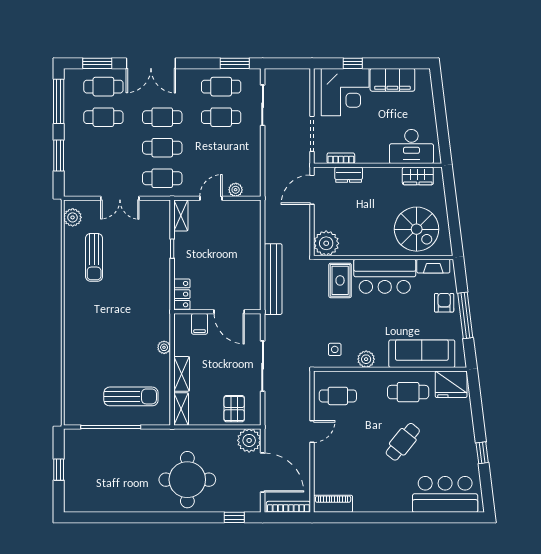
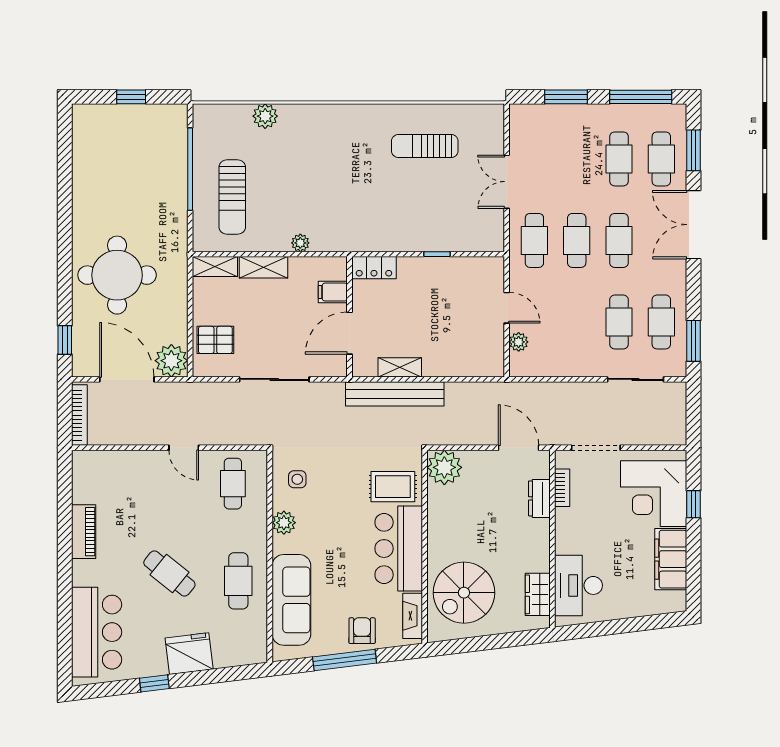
shelving: (181, 216) -> (400, 367), moved
plant: (73, 217) -> (265, 116), moved
armchair: (444, 303) -> (362, 631), turned -90
fridge: (451, 384) -> (189, 654), moved, turned 83
door: (263, 473) -> (127, 379), swing flipped
piano: (333, 504) -> (84, 532), moved

